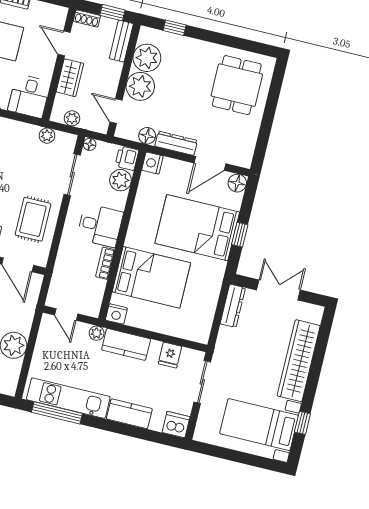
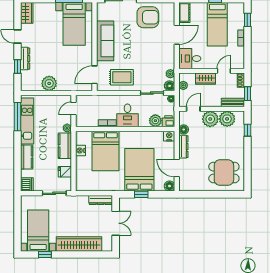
floor lamp: (67, 142) -> (170, 86), added
nightstand: (116, 314) -> (80, 150), moved

